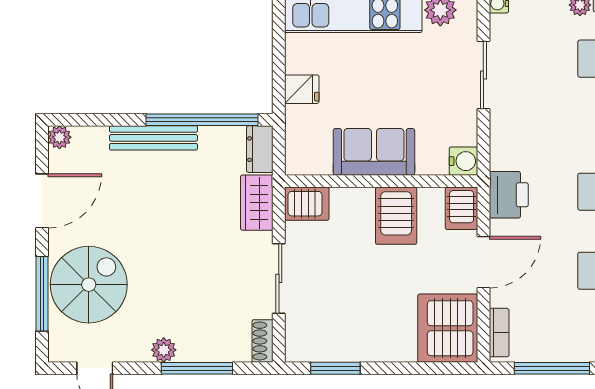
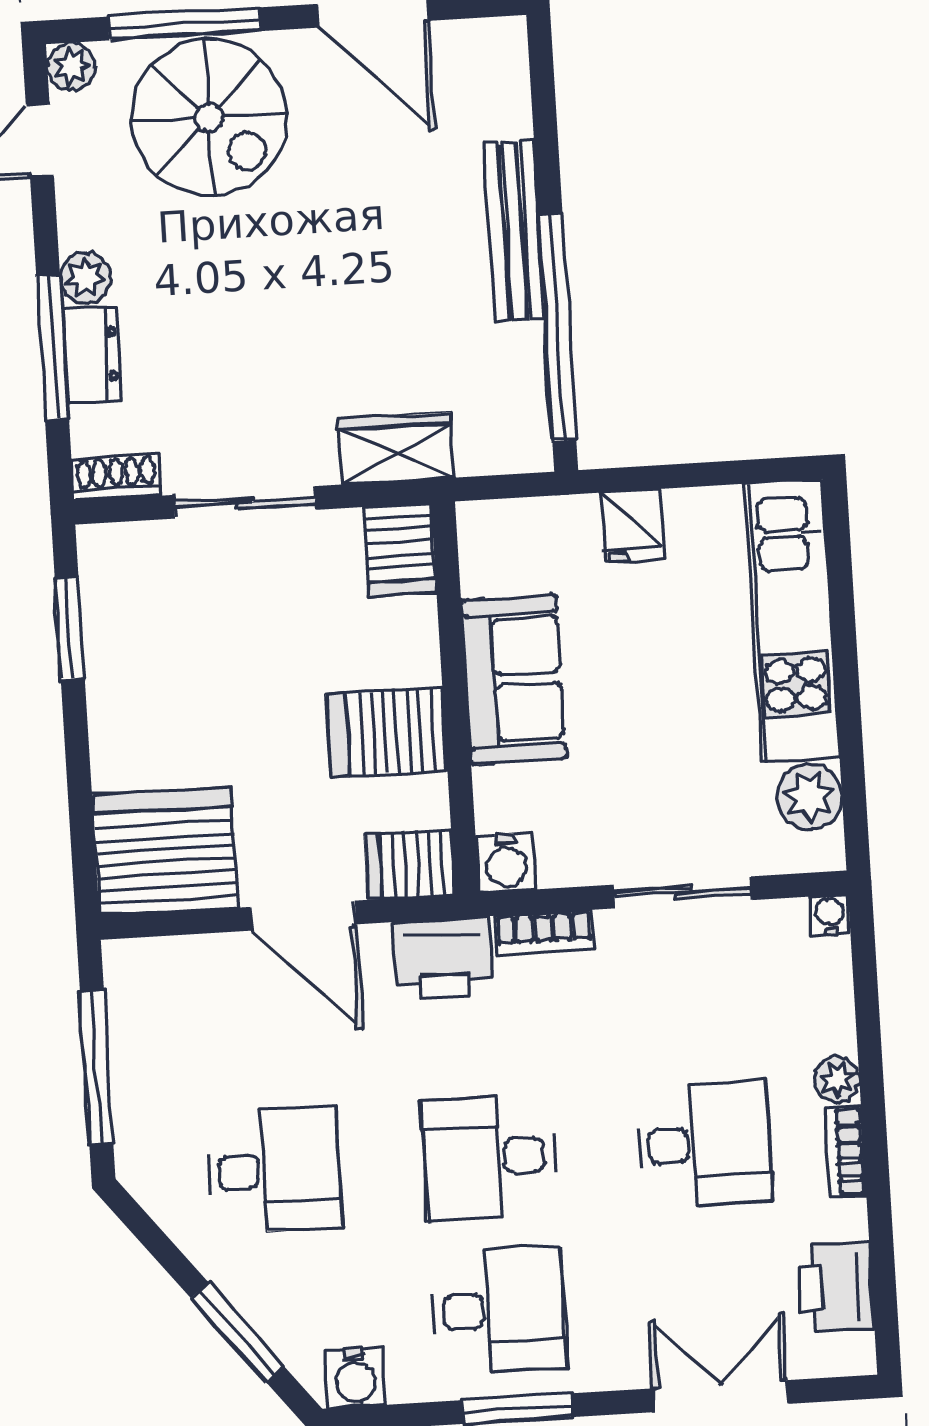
plant: (59, 137) -> (71, 66), moved
dresser: (260, 149) -> (92, 355), moved, turned 90
bookcase: (499, 333) -> (544, 933), moved

